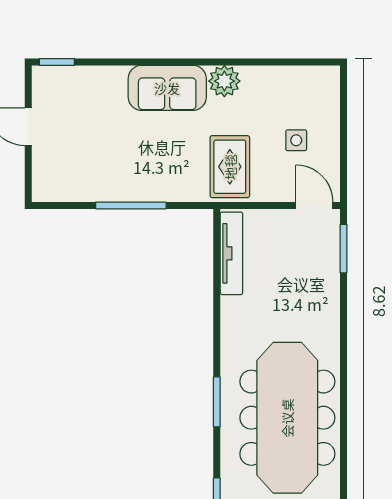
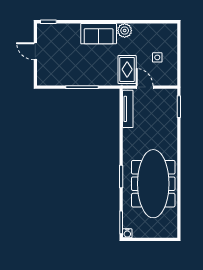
door: (314, 205) -> (145, 87), moved

